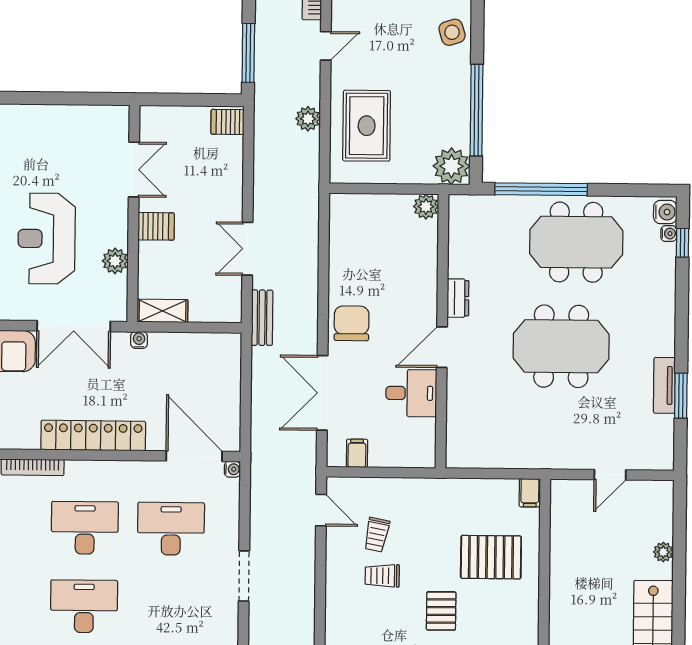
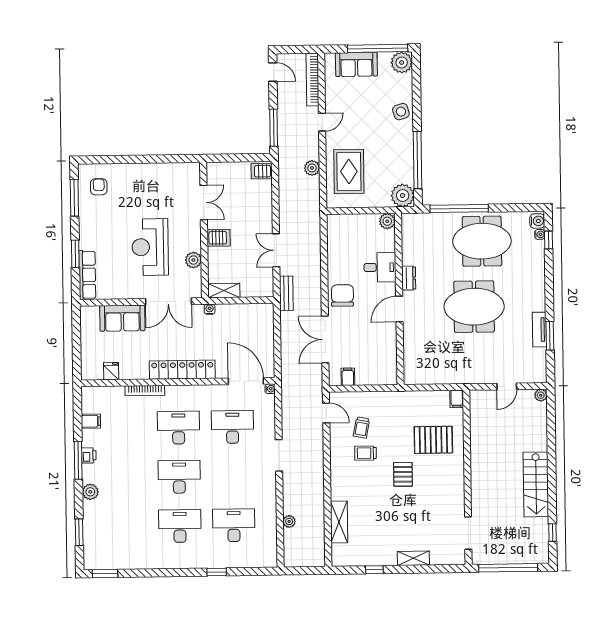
desk: (411, 393) -> (380, 267), moved
plant: (663, 552) -> (541, 395), moved

